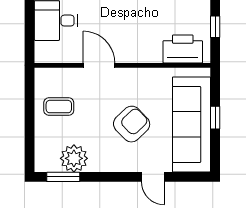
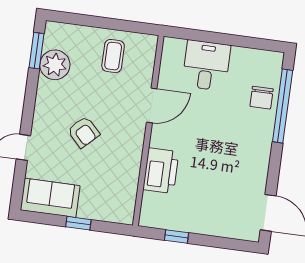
printer: (183, 49) -> (161, 171), moved
armchair: (132, 124) -> (84, 132), width x0.72, depth x0.72
sofa: (191, 124) -> (50, 198), width x0.54, depth x0.79

